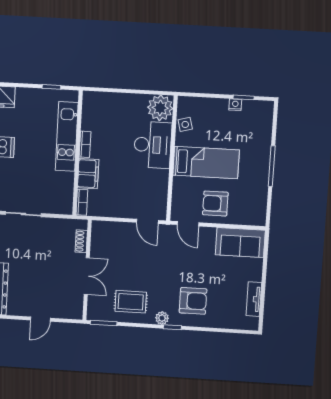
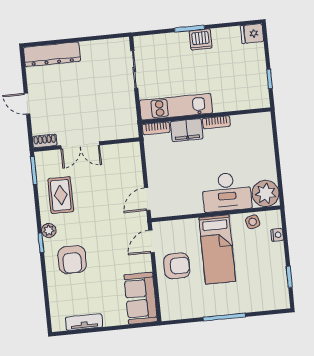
nightstand: (235, 105) -> (277, 235), moved
kitchen unit: (67, 136) -> (176, 107), moved
armchair: (215, 203) -> (177, 266), turned 90
shoe rack: (81, 241) -> (45, 141), moved

